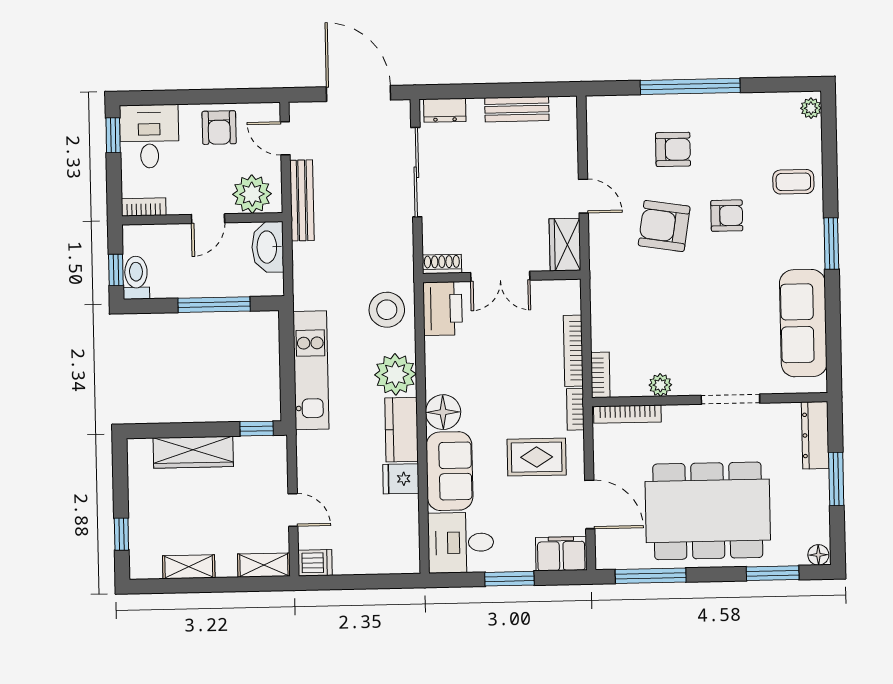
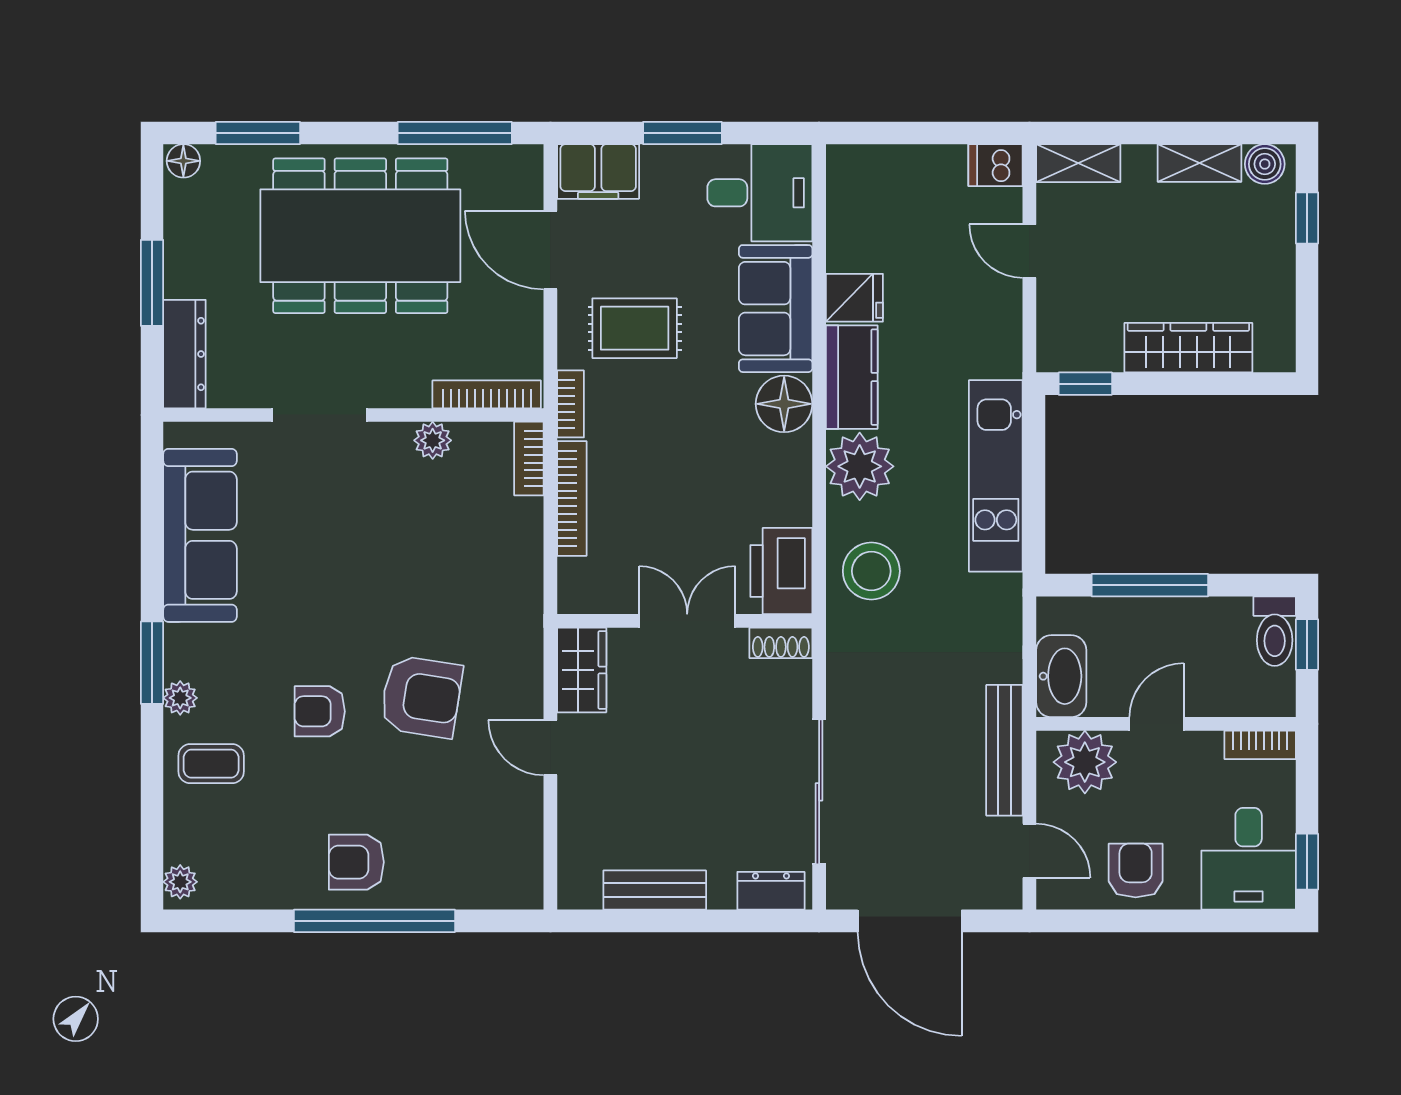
armchair: (673, 149) -> (356, 862), moved
plant: (813, 222) -> (180, 698), added
boiler: (148, 567) -> (1265, 164), added

